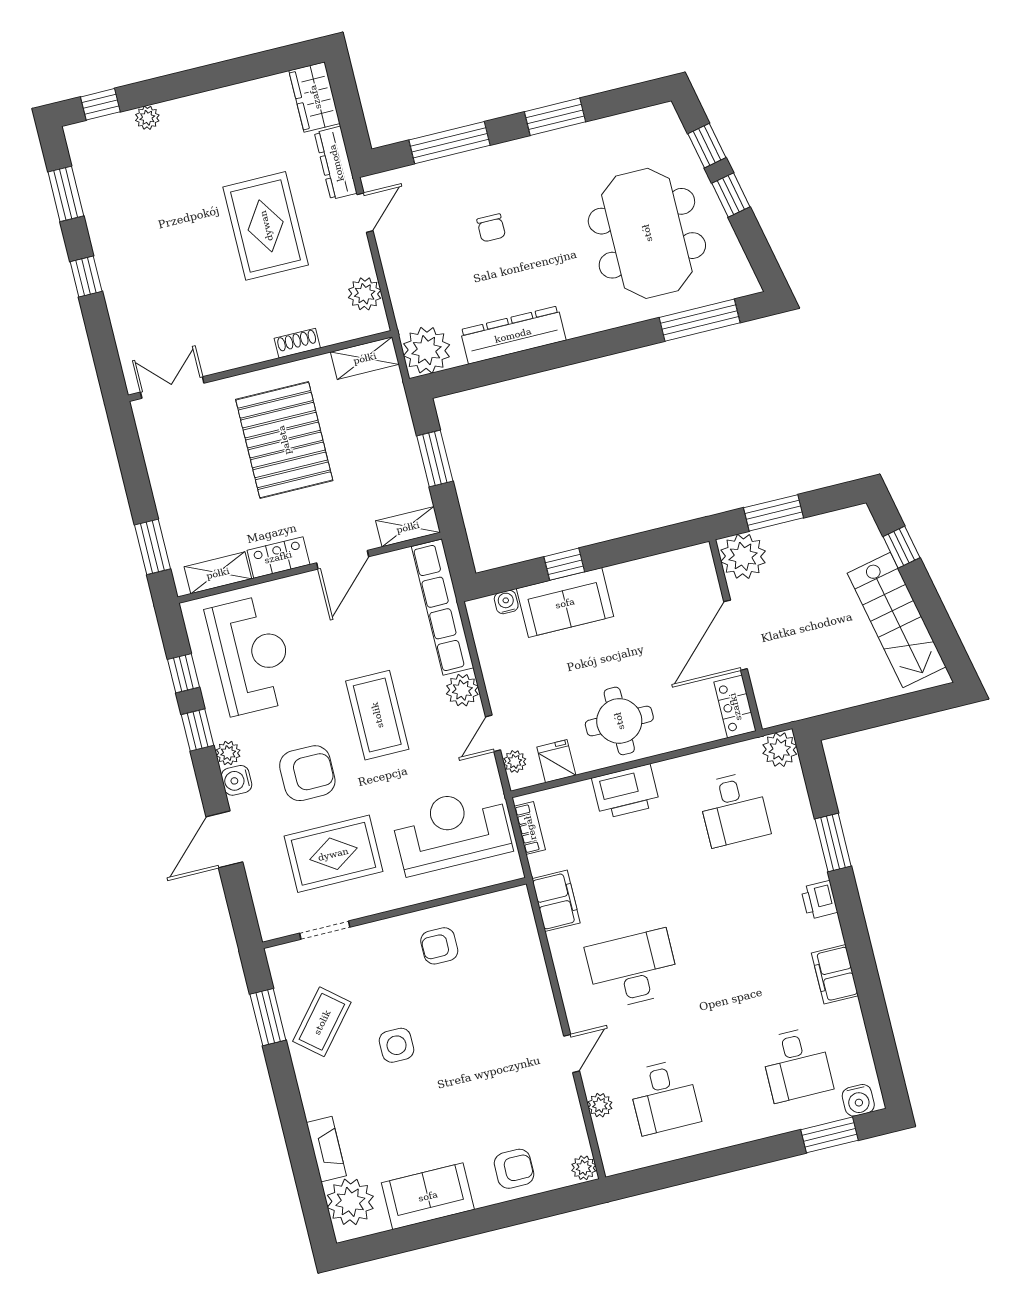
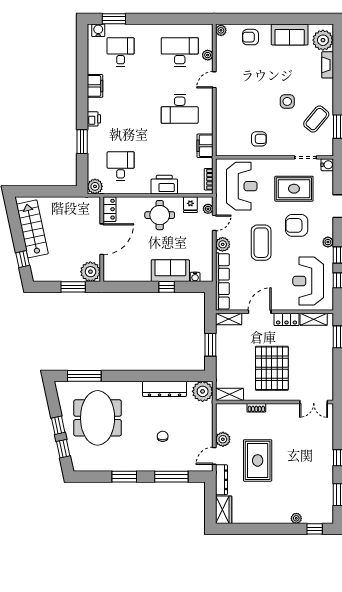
plant: (365, 294) -> (223, 439), moved
water cooler: (237, 780) -> (327, 165), moved
reception desk: (452, 831) -> (242, 186), turned -90
desk: (664, 1097) -> (180, 52), width x1.37

